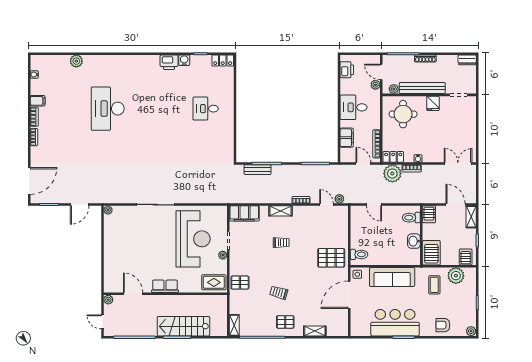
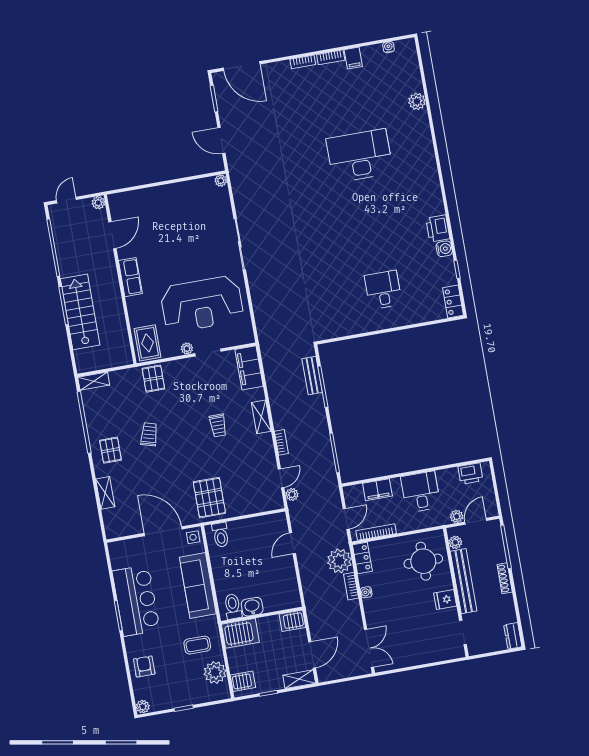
toilet: (411, 218) -> (233, 606), moved

